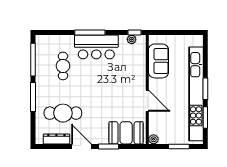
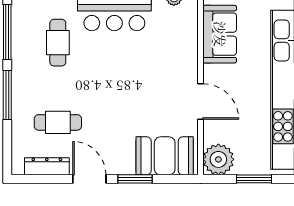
cafe table: (63, 113) -> (58, 122), width x0.73, depth x0.74
plant: (154, 139) -> (218, 159), width x1.88, depth x1.88

